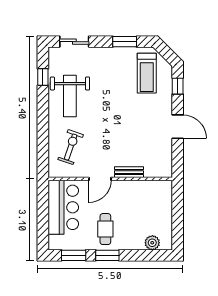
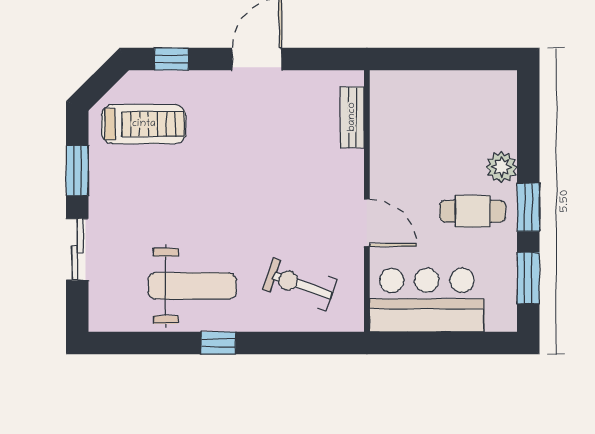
sliding door: (74, 42) -> (77, 249), moved
window: (43, 77) -> (218, 343), moved
bench: (129, 172) -> (352, 117), moved
plant: (152, 243) -> (502, 167), moved

